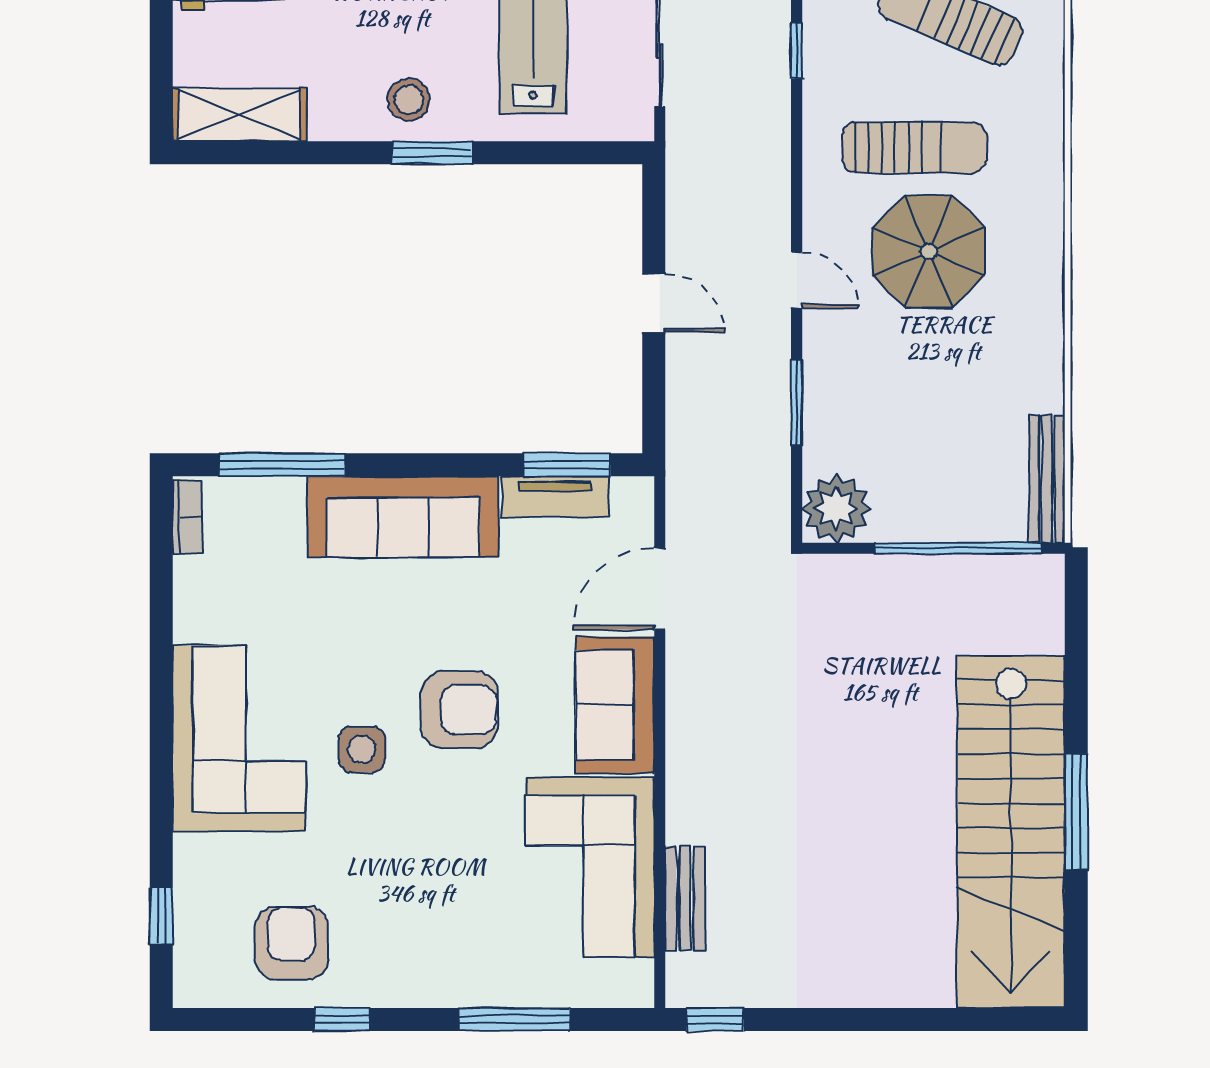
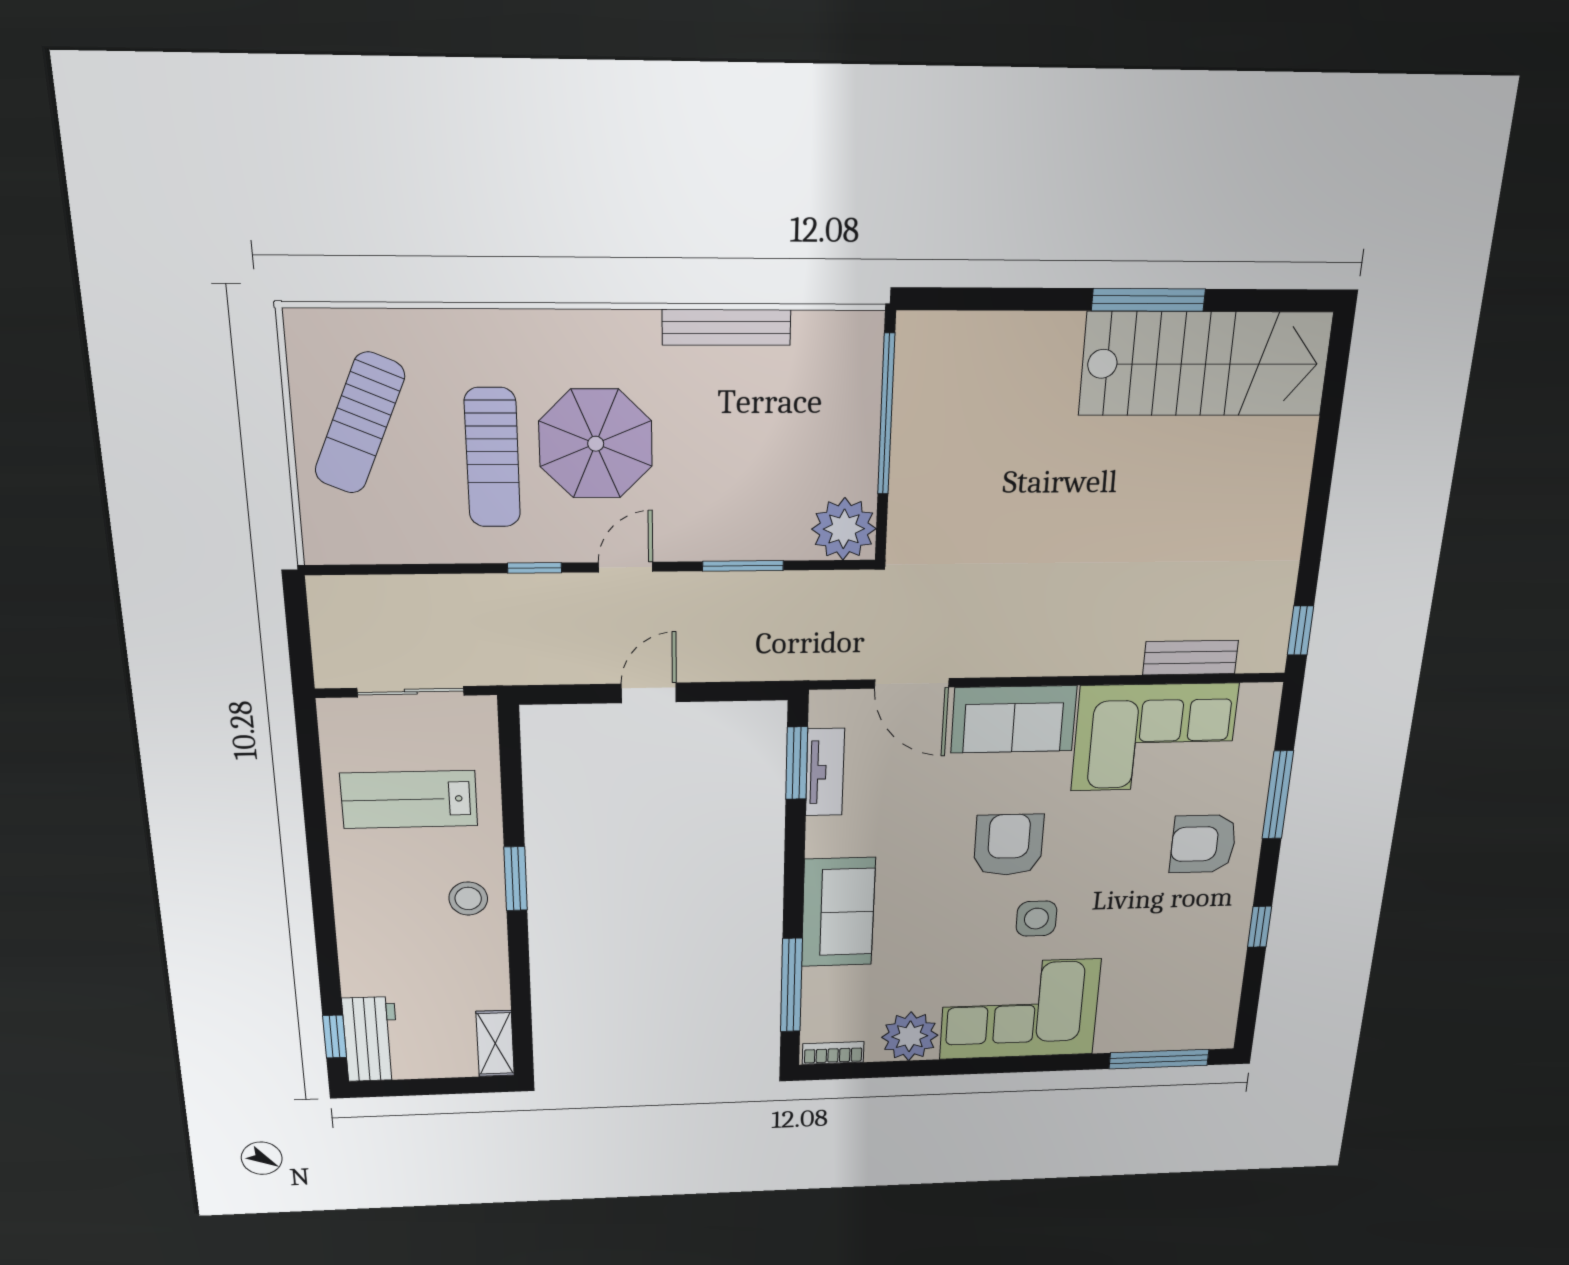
window: (797, 51) -> (535, 568), moved
shelving: (239, 115) -> (495, 1044), width x0.67, depth x0.75
sun lounger: (914, 148) -> (492, 458), turned 180
bench: (1047, 479) -> (726, 327), moved
sofa: (403, 517) -> (838, 912), width x0.73
plant: (207, 608) -> (910, 1036), added
stairs: (1011, 832) -> (1205, 364), width x0.73
window: (161, 916) -> (1159, 1059), width x2.17
armchair: (291, 943) -> (1203, 844), moved

